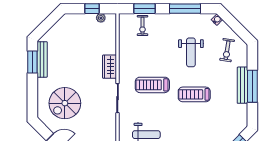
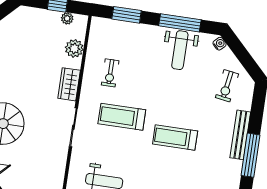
exercise bike: (143, 26) -> (110, 73), moved
plant: (109, 39) -> (74, 48), added
weight bench: (191, 52) -> (180, 50), moved
window: (252, 86) -> (250, 155), moved

